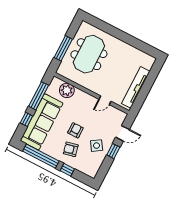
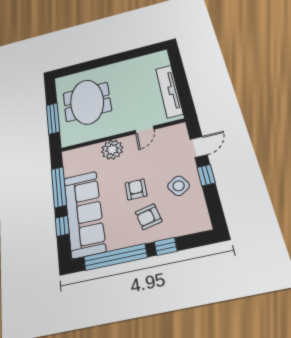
plant: (67, 90) -> (112, 150), moved

